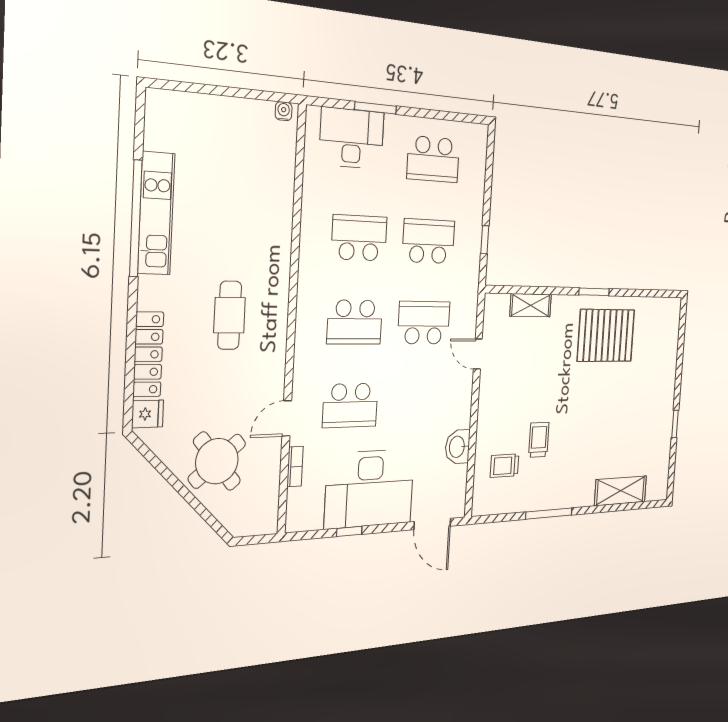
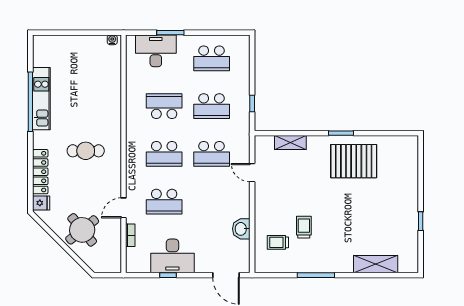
school desk: (429, 241) -> (212, 106), turned 180
cafe table: (230, 315) -> (86, 151), turned 90
school desk: (424, 323) -> (212, 154), turned 180
desk: (370, 489) -> (172, 256), width x0.73, depth x0.77

